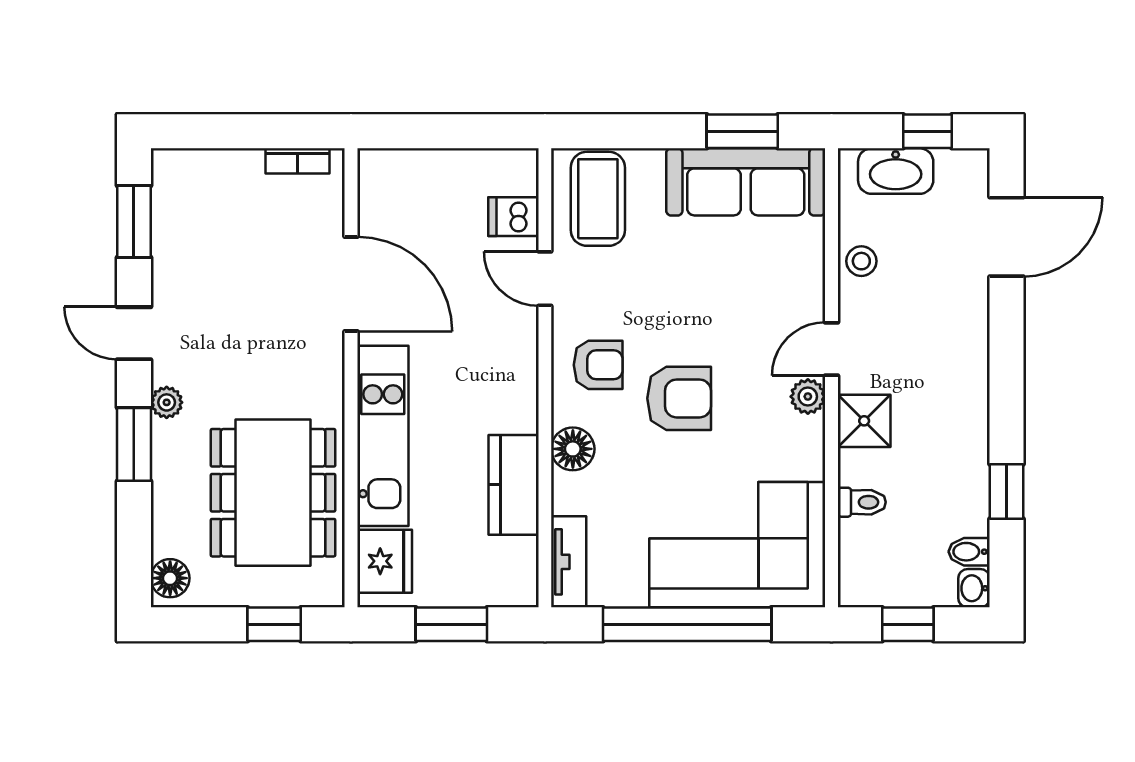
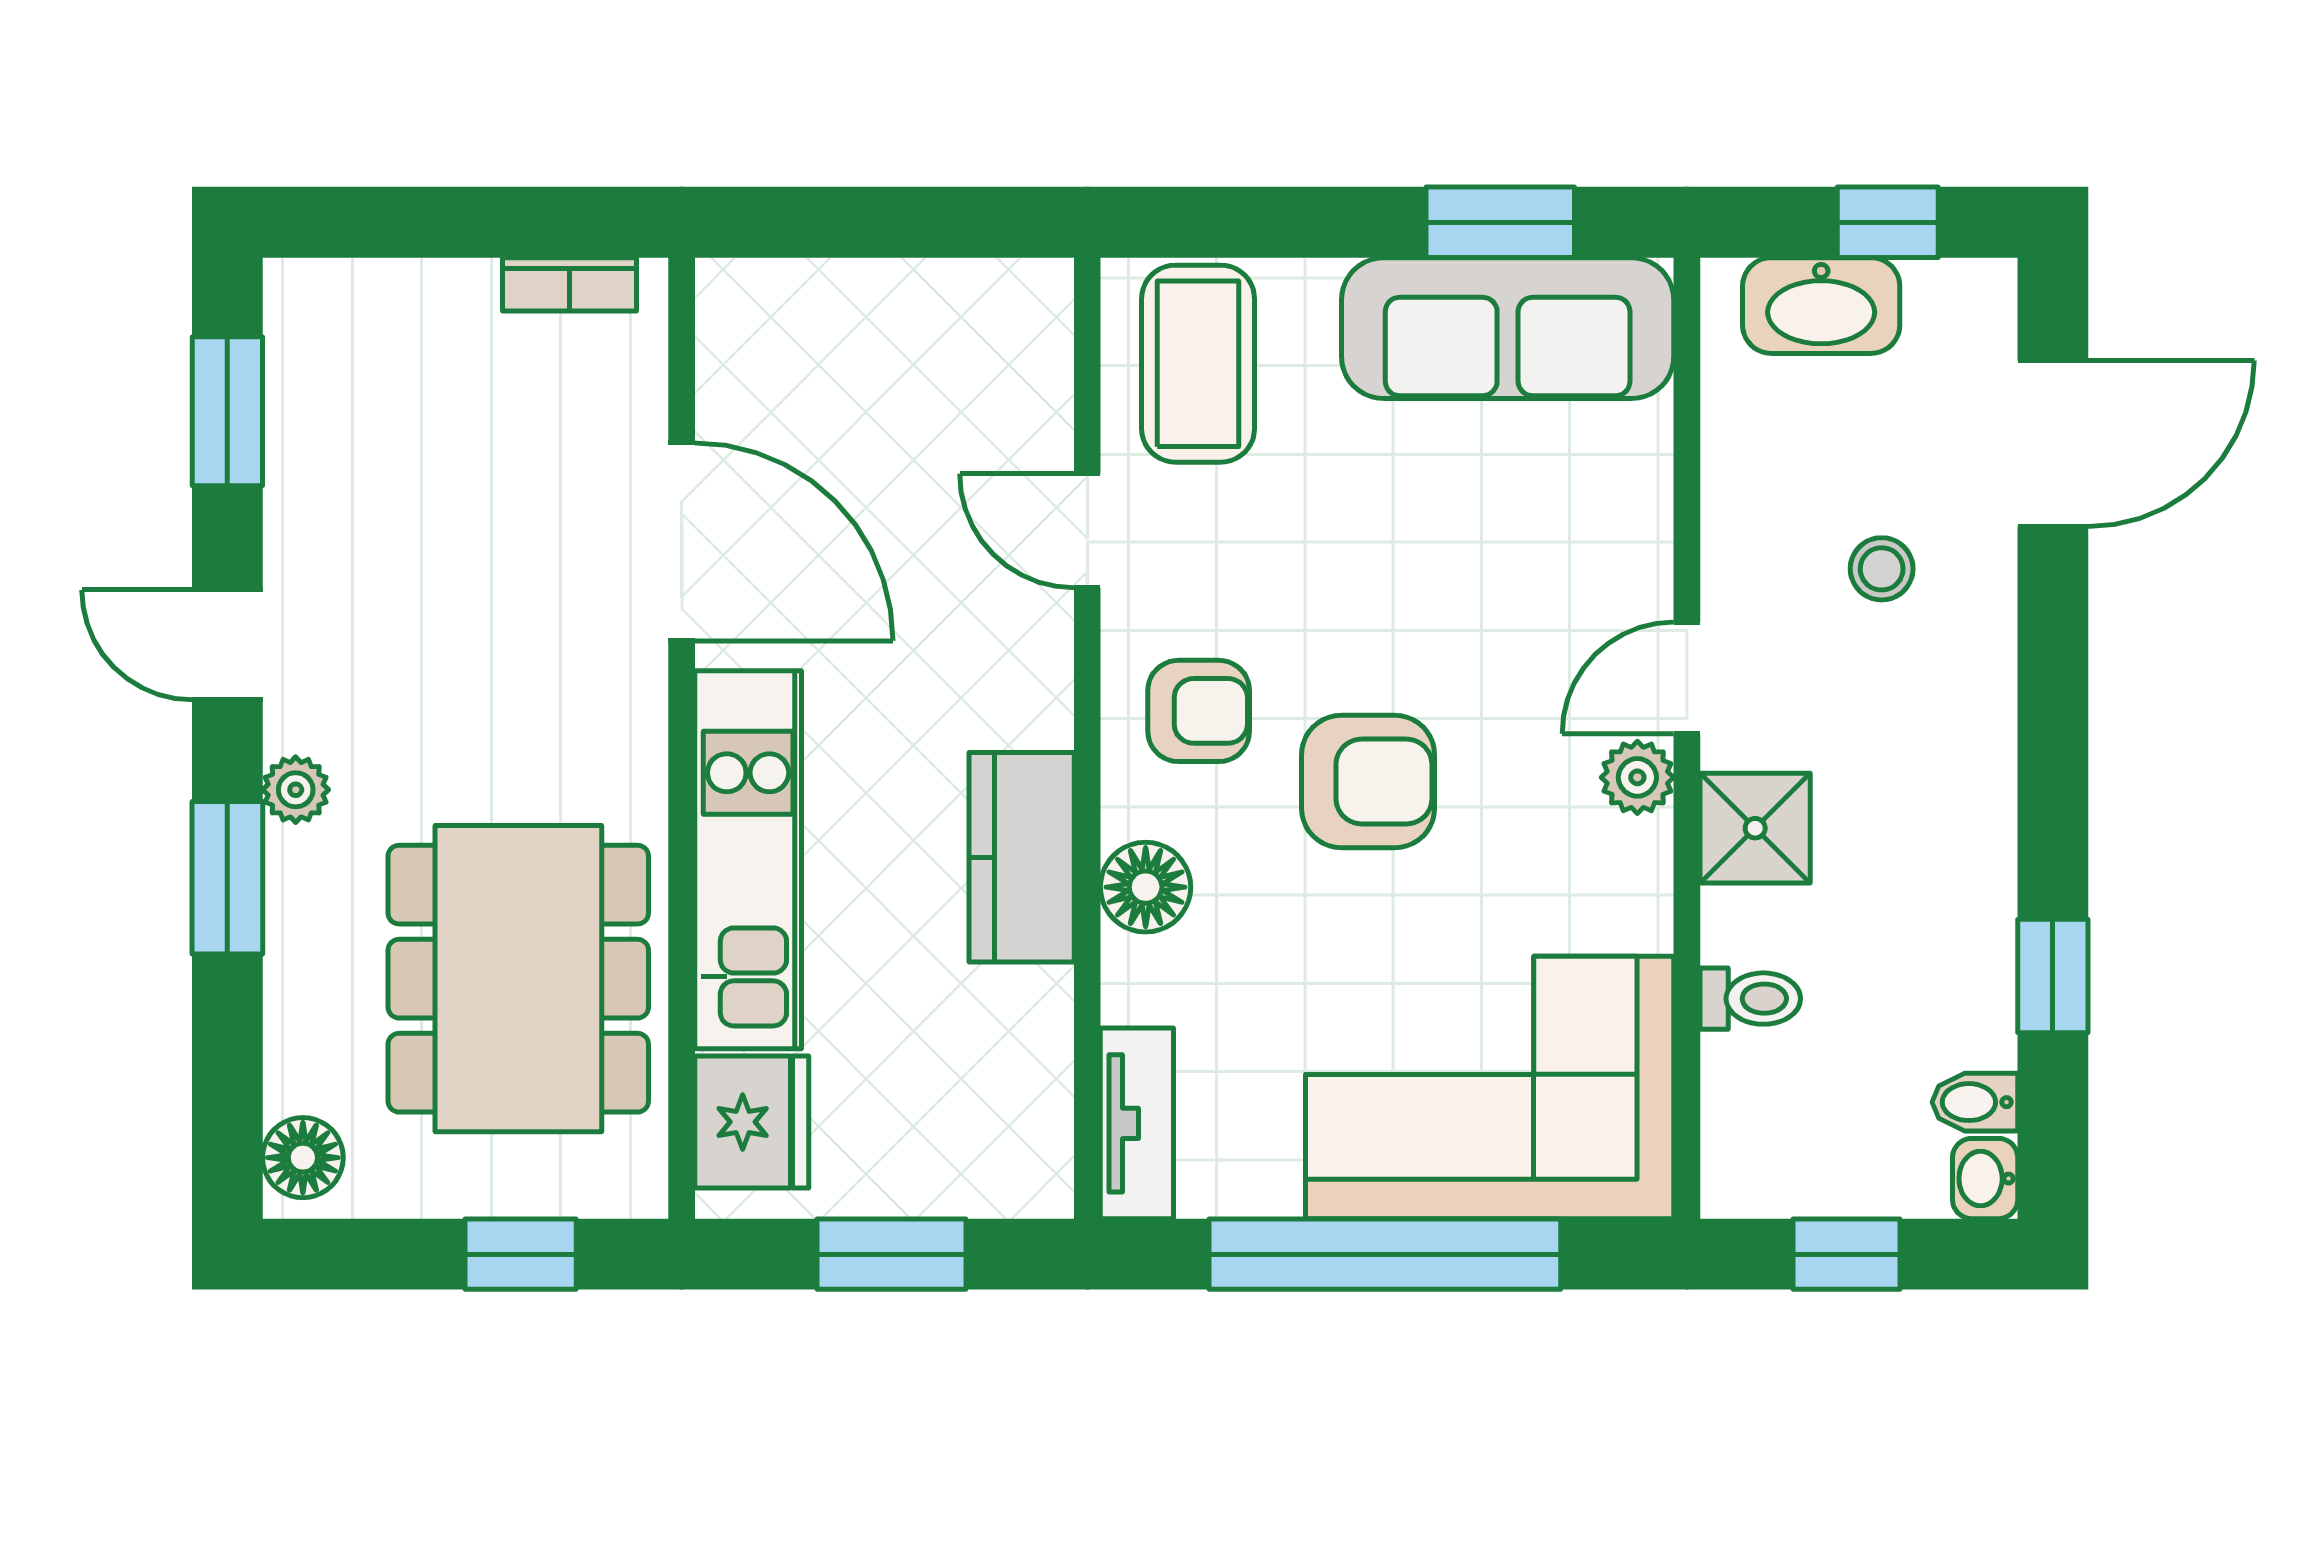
dishwasher: (513, 217) -> (1021, 401), removed
stool: (861, 261) -> (1882, 569), moved
kitchen counter: (514, 485) -> (1022, 857), moved

